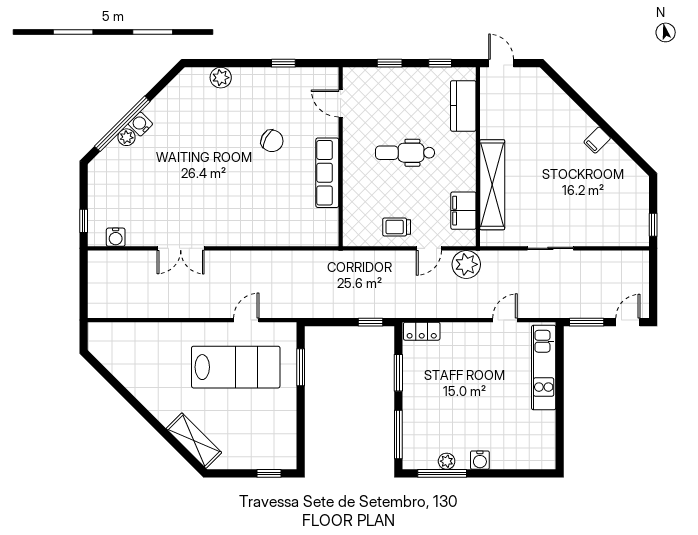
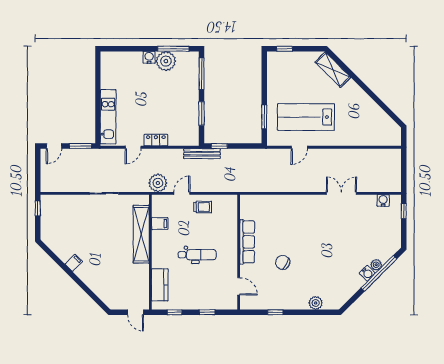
filing cabinet: (463, 211) -> (160, 224), width x0.50
bench: (398, 310) -> (202, 154), added
locker: (422, 331) -> (156, 140), moved
plant: (447, 461) -> (166, 61), width x1.88, depth x1.88

